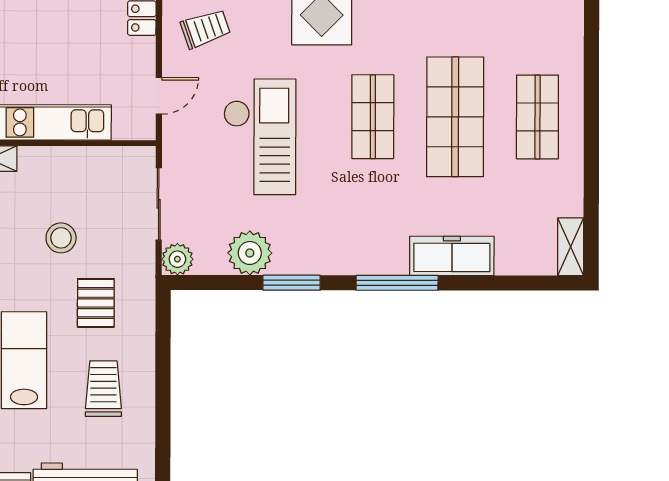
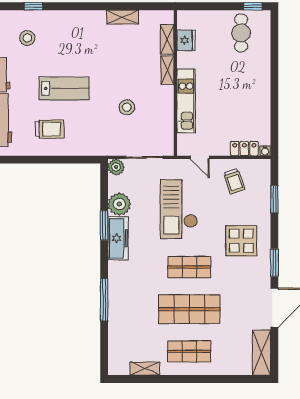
checkout: (260, 137) -> (179, 209), turned 90
shelving: (571, 247) -> (145, 369), moved
freezer: (452, 256) -> (118, 238), moved
window: (397, 283) -> (104, 300), moved
pallet: (96, 303) -> (94, 125), removed

